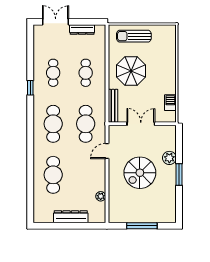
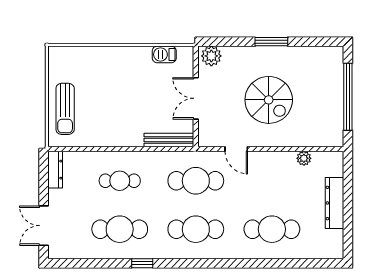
dresser: (82, 30) -> (55, 170), moved
parasol: (131, 71) -> (117, 113), removed
cafe table: (53, 73) -> (120, 229), width x1.37, depth x1.35
plant: (169, 158) -> (211, 56), moved
window: (142, 226) -> (348, 97), width x1.46

